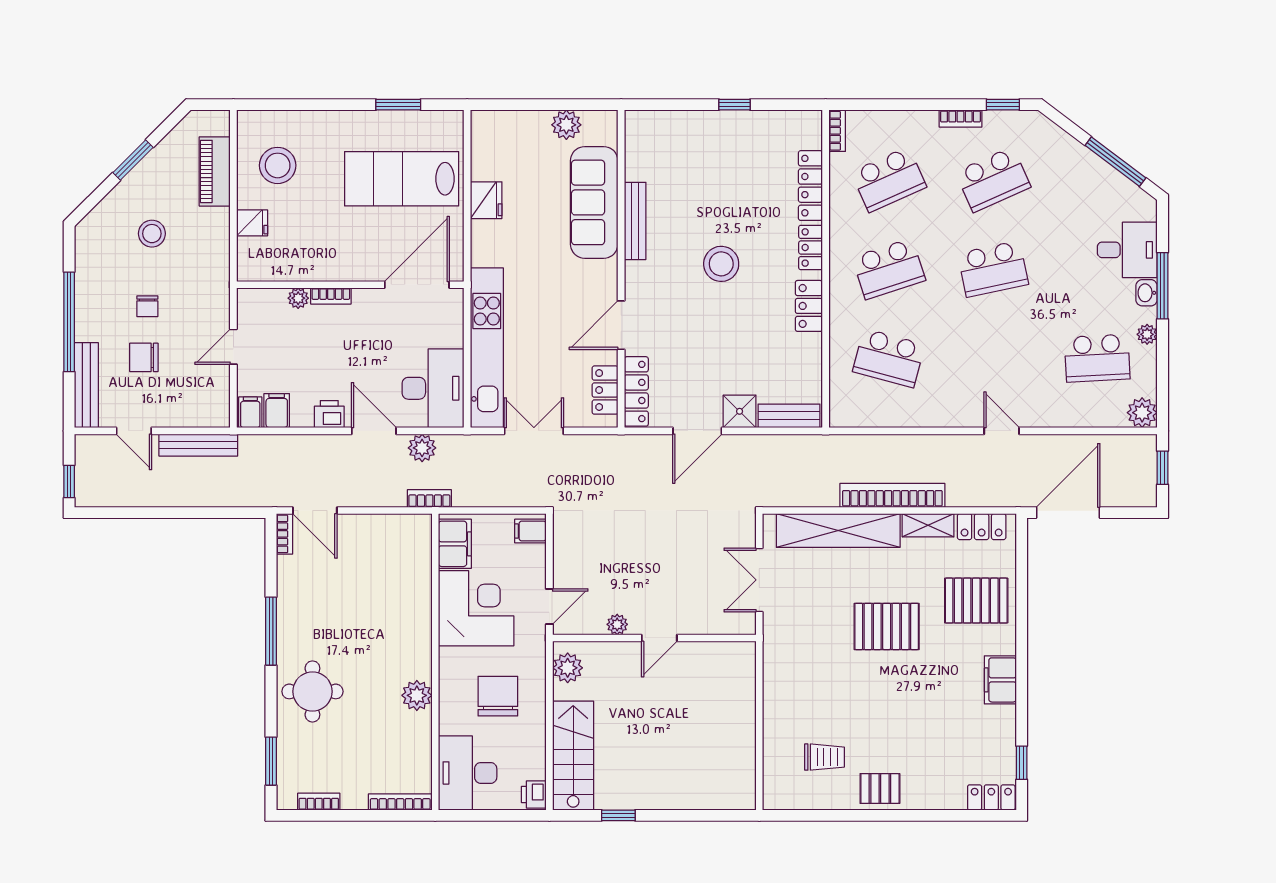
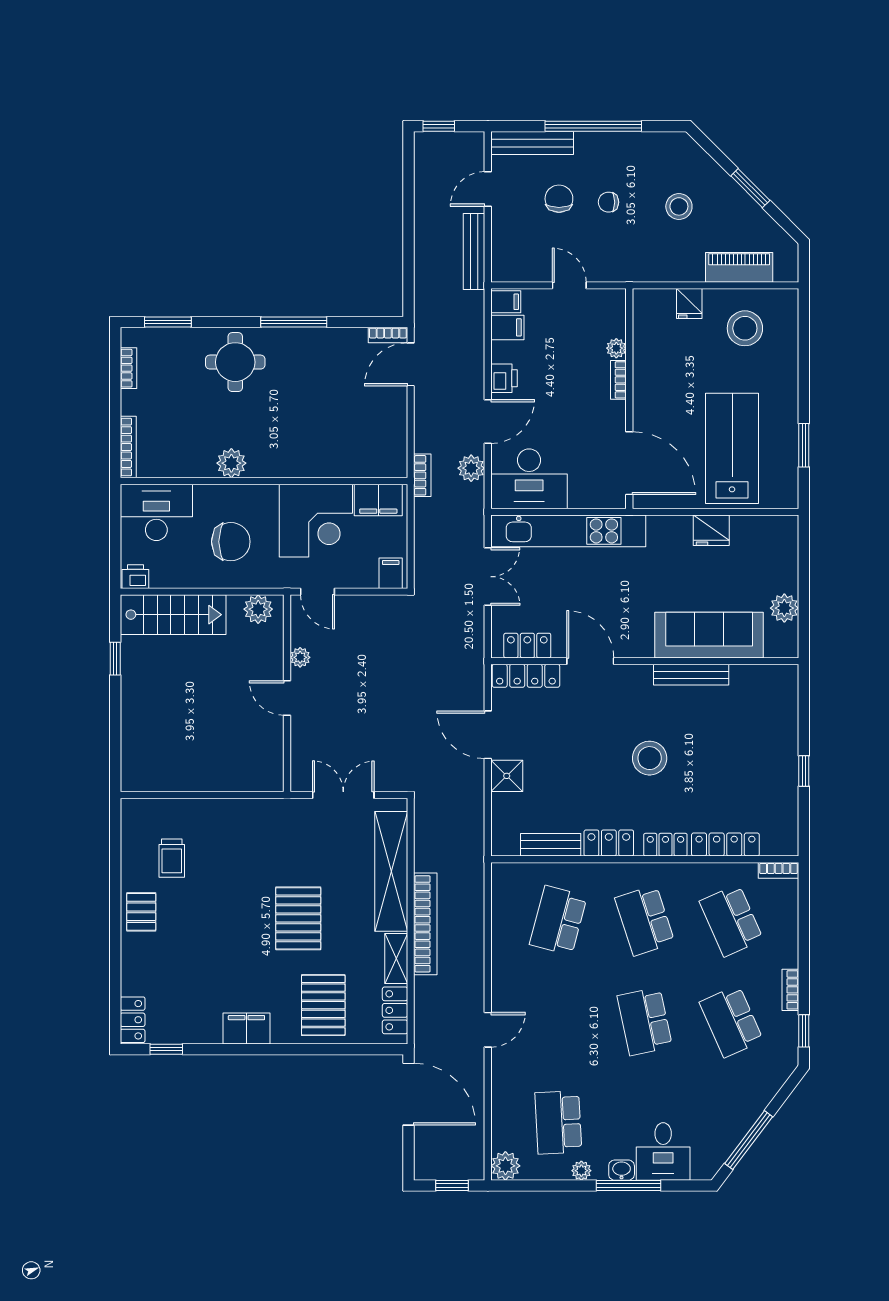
bench: (789, 416) -> (551, 845), moved, turned 90

